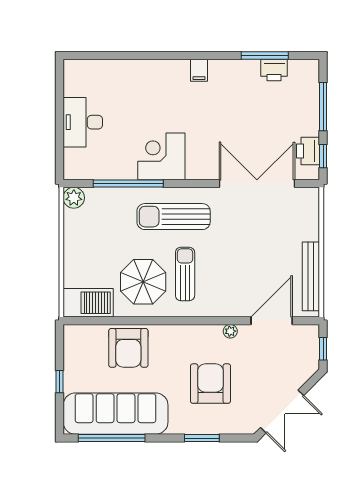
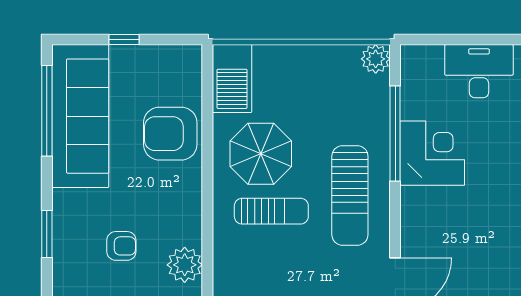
corner desk: (161, 156) -> (432, 153), moved
sun lounger: (174, 217) -> (350, 195), turned 180
plant: (230, 331) -> (185, 265), width x1.88, depth x1.88
armchair: (210, 384) -> (121, 246), width x0.53, depth x0.53

